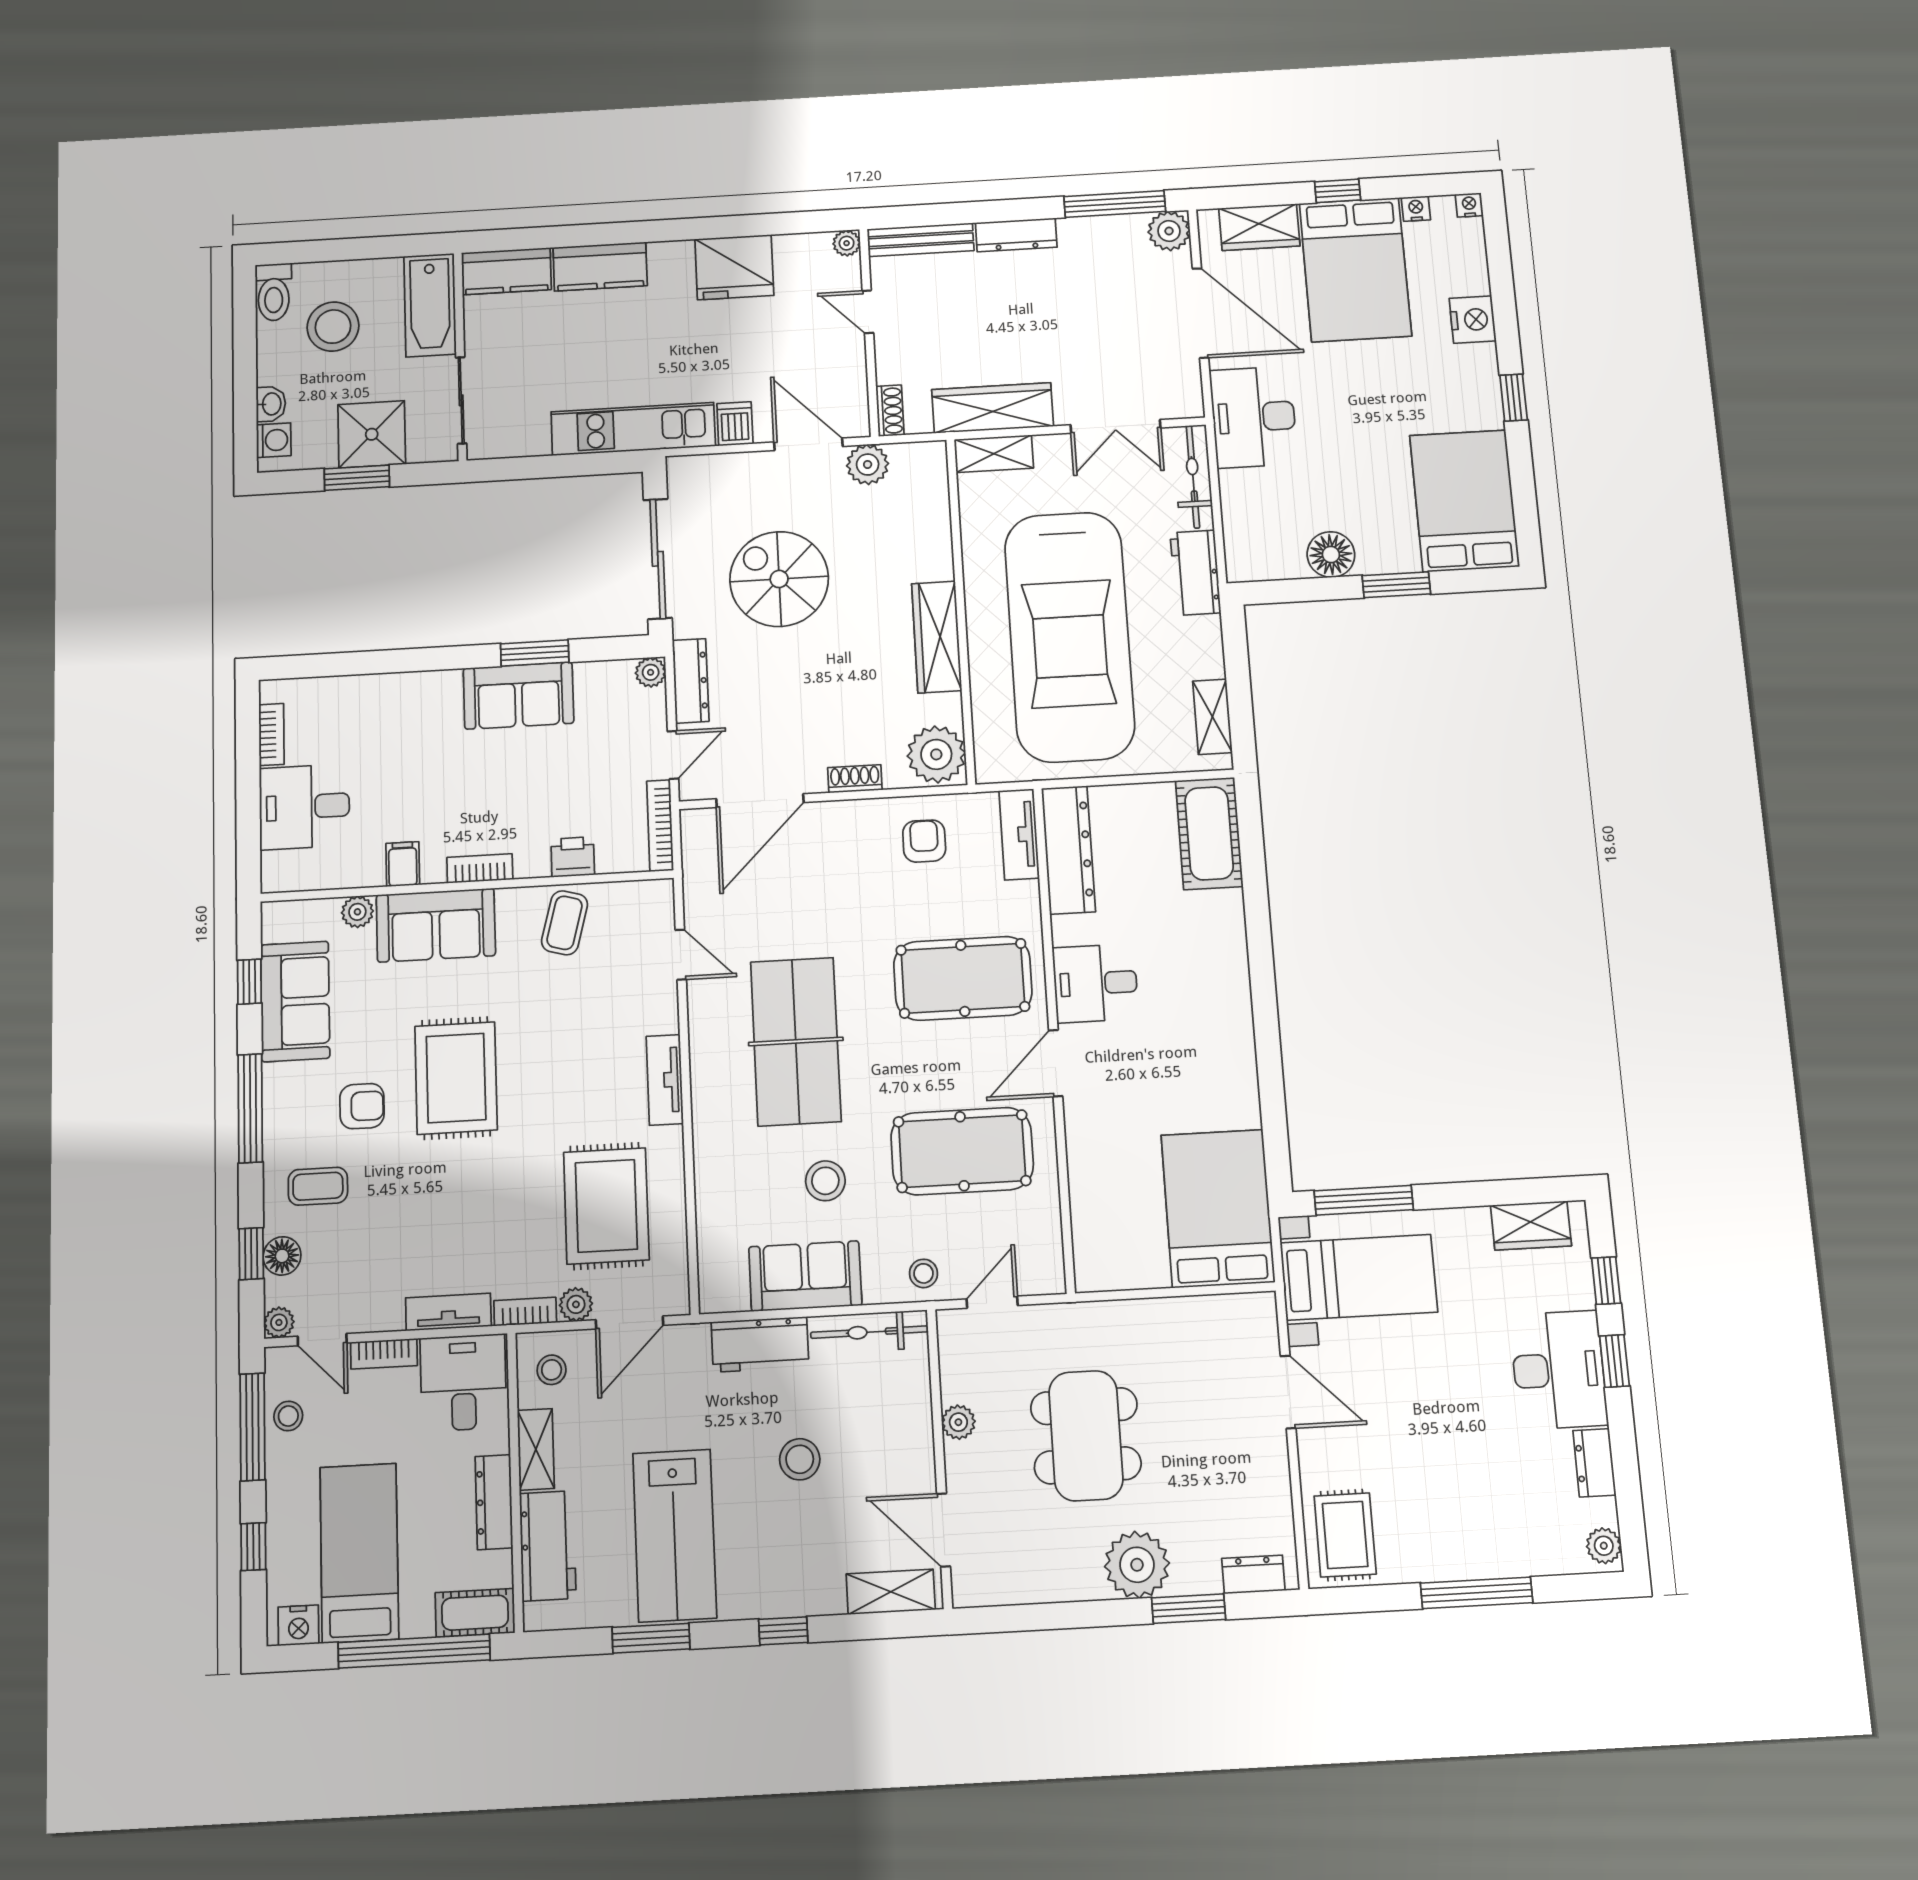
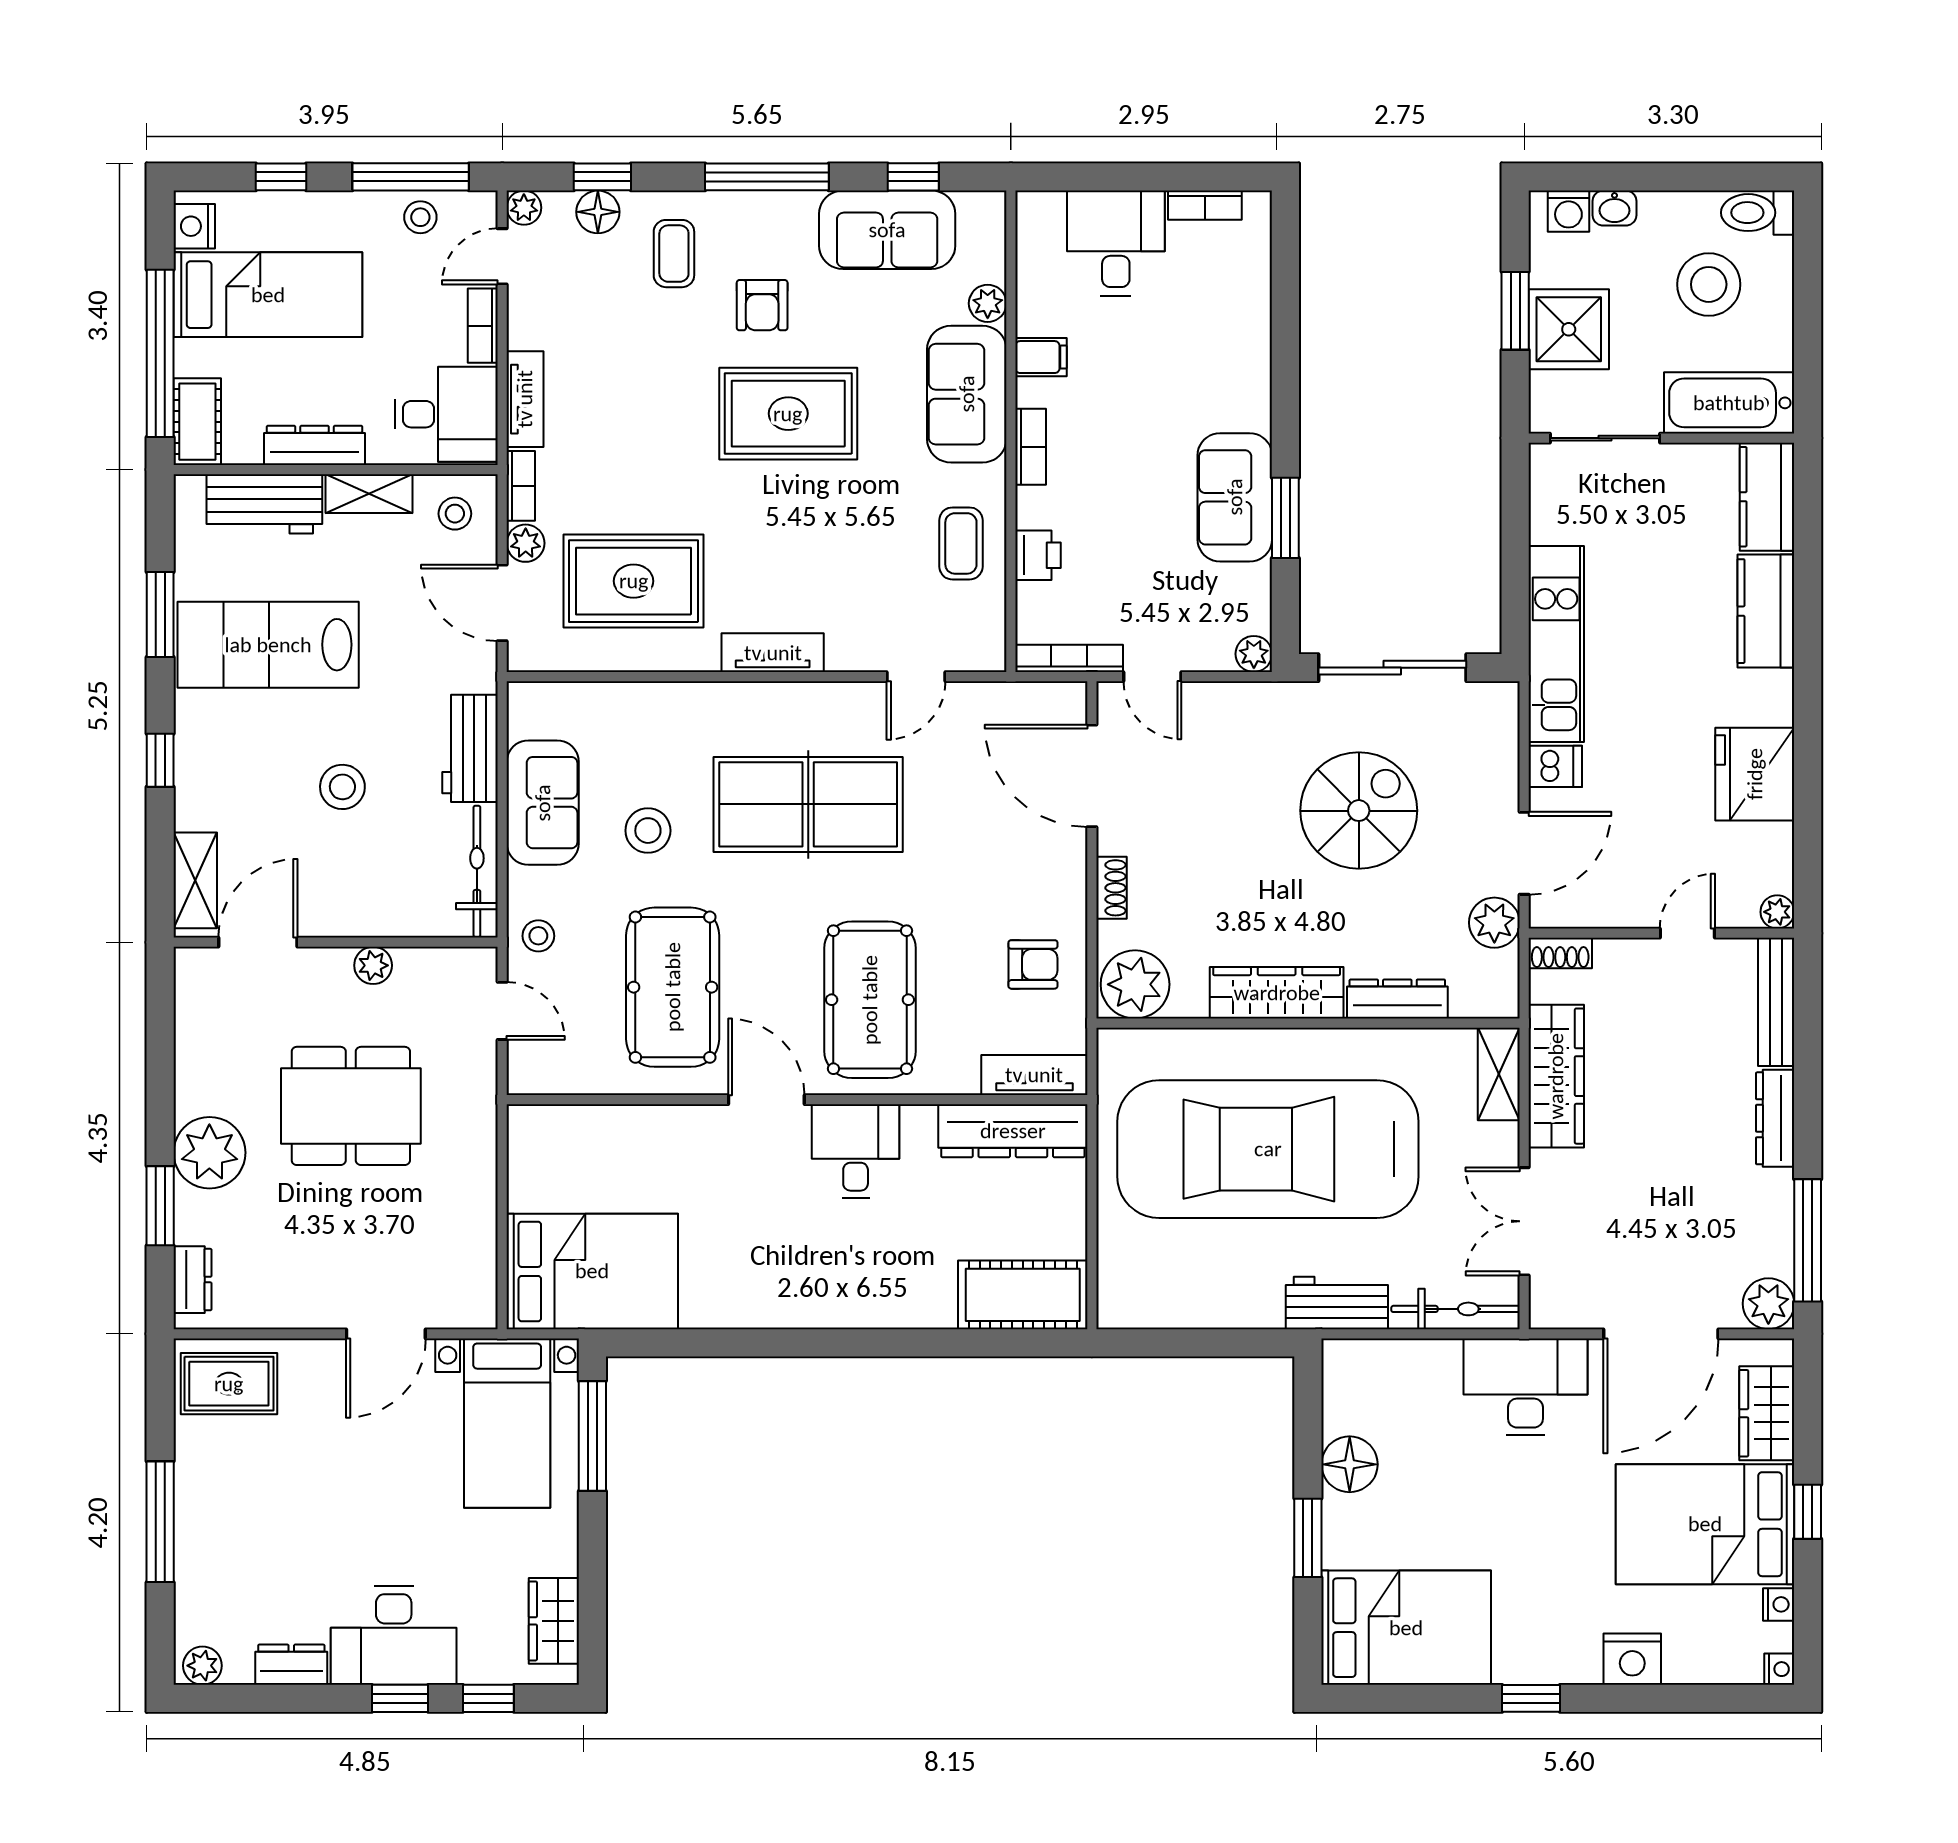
dresser: (691, 681) -> (1397, 999), moved, turned 180
shelving: (1212, 717) -> (1161, 1309), removed
coffee table: (565, 923) -> (961, 543), turned 75

